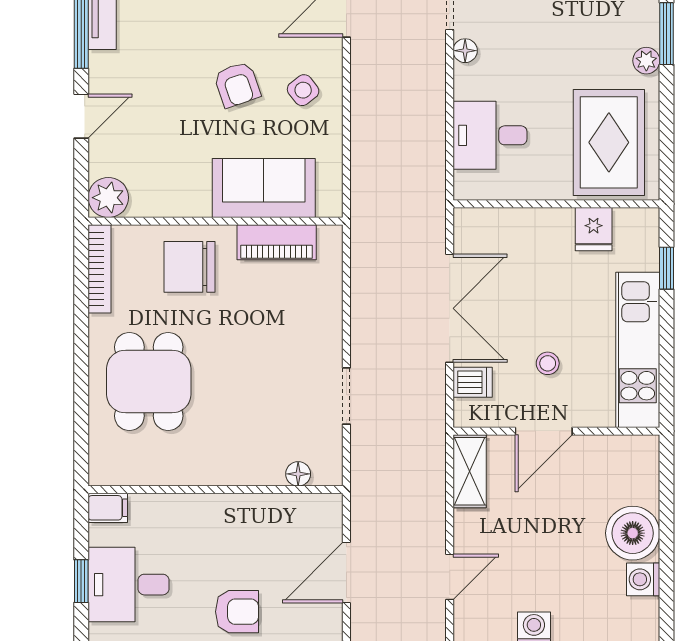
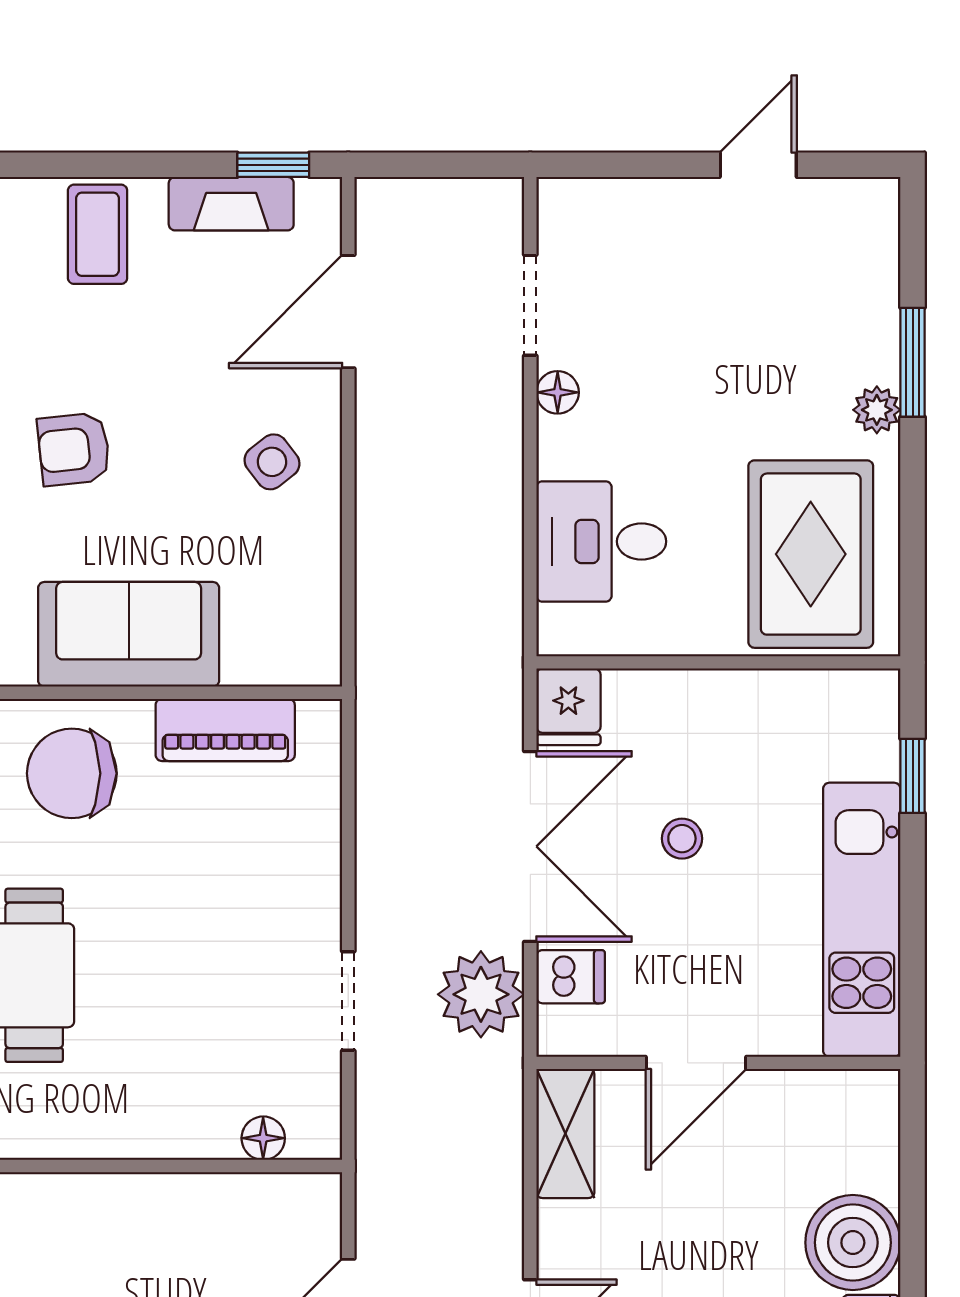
armchair: (237, 85) -> (74, 449), moved, turned 103
sofa: (264, 188) -> (129, 634), moved
fridge: (594, 229) -> (568, 707), moved
stool: (548, 363) -> (682, 839), moved
plant: (422, 392) -> (481, 994), added

